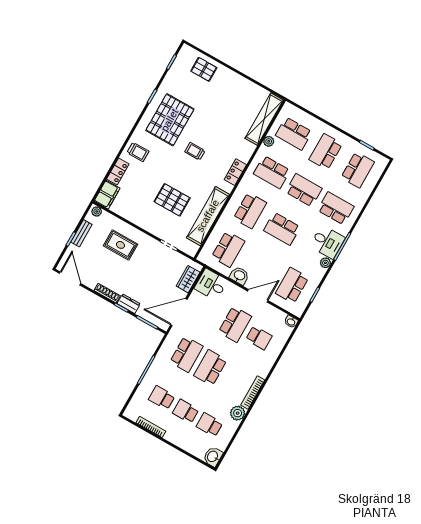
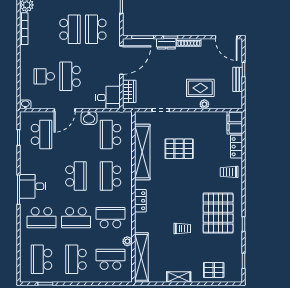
shelving: (240, 81) -> (179, 277), added
trolley: (195, 151) -> (182, 229), moved
school desk: (326, 152) -> (76, 259), turned 180
plant: (97, 211) -> (204, 104), moved
school desk: (282, 229) -> (76, 176), turned 90
plant: (325, 263) -> (25, 168), removed

